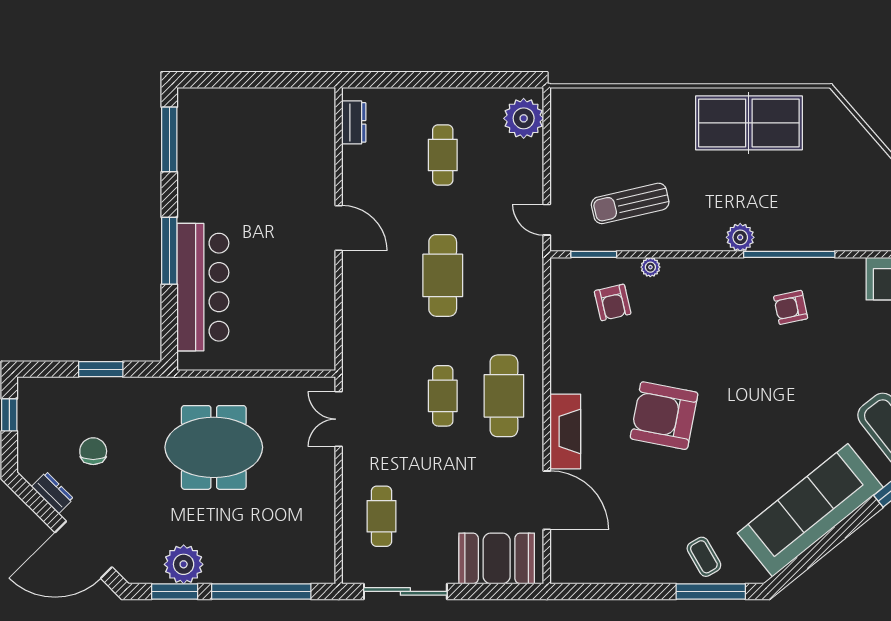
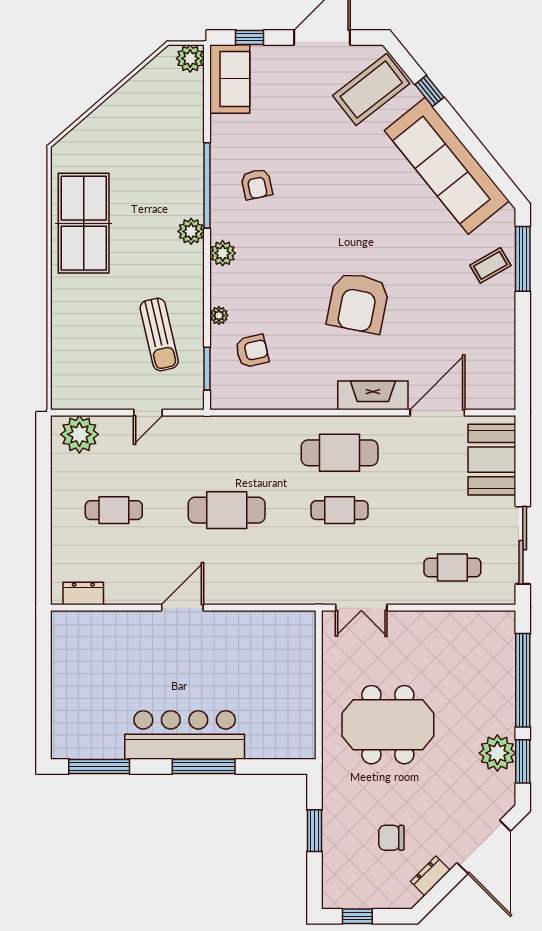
door: (547, 220) -> (148, 413), moved
plant: (717, 271) -> (223, 253), added
bar counter: (203, 287) -> (185, 735), moved
meeting table: (214, 447) -> (388, 725), turned 90

